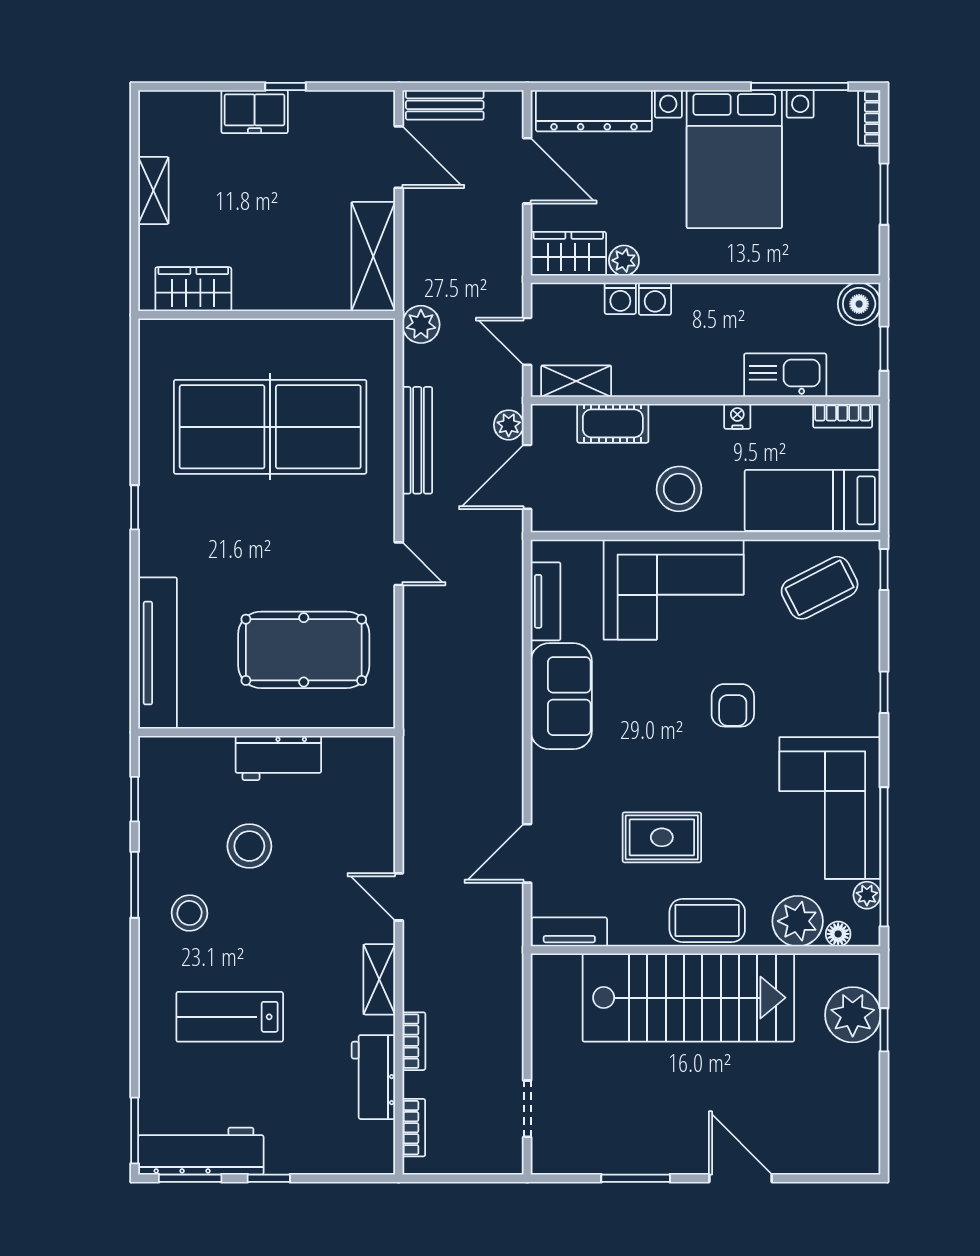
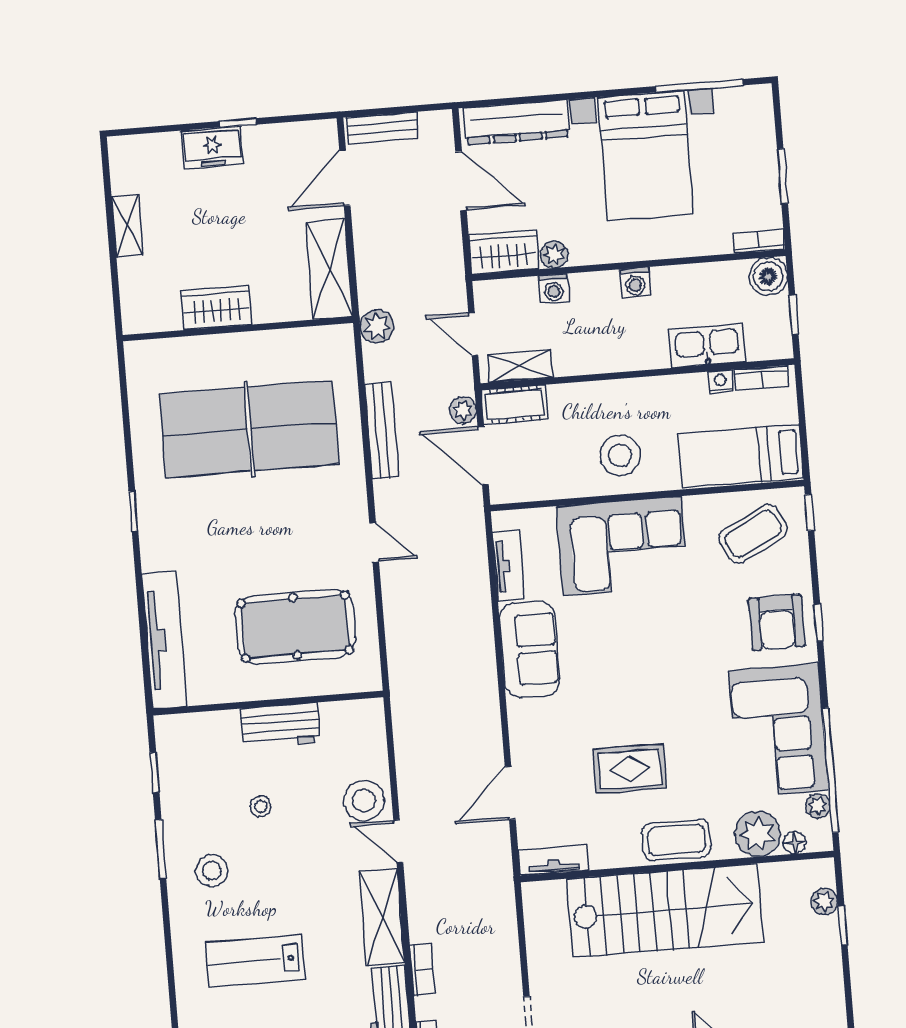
bookcase: (869, 118) -> (759, 241), moved, turned 90
door: (399, 157) -> (345, 178), swing flipped
wardrobe: (193, 289) -> (216, 308), moved
washing machine: (655, 299) -> (635, 282), moved
nightstand: (737, 416) -> (721, 382), moved
cot: (613, 423) -> (514, 405), moved
door: (527, 477) -> (483, 455), hinge flipped
armchair: (733, 705) -> (777, 622), moved, width x1.38, depth x1.38
stool: (249, 846) -> (261, 806), width x0.53, depth x0.53
stool: (364, 849) -> (364, 800), added
shelving: (379, 979) -> (382, 917), width x1.50, depth x1.33
plant: (853, 1015) -> (824, 902), width x0.53, depth x0.53

